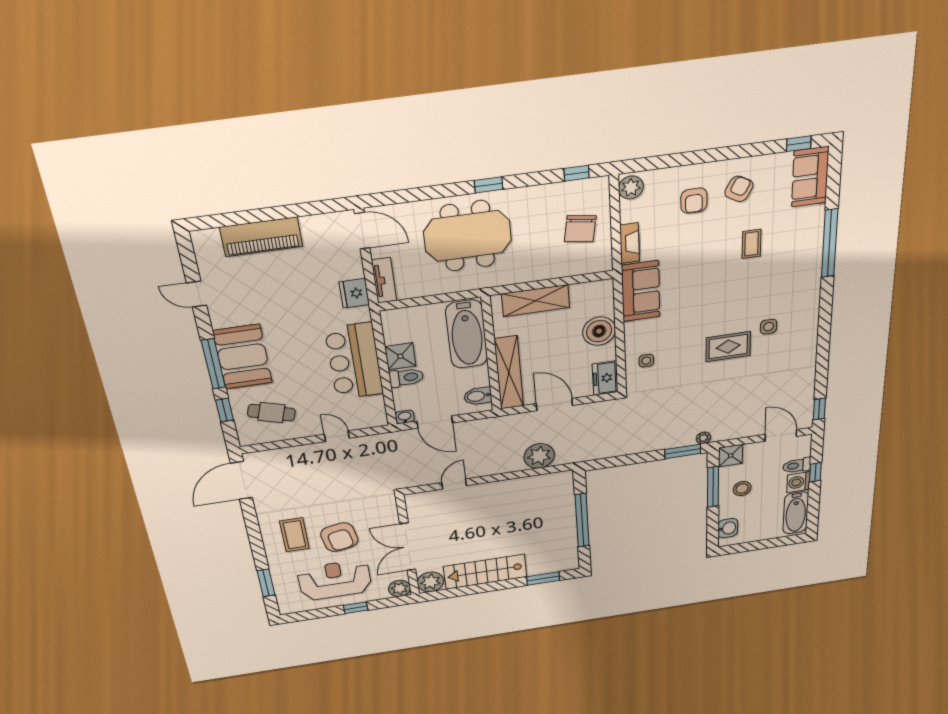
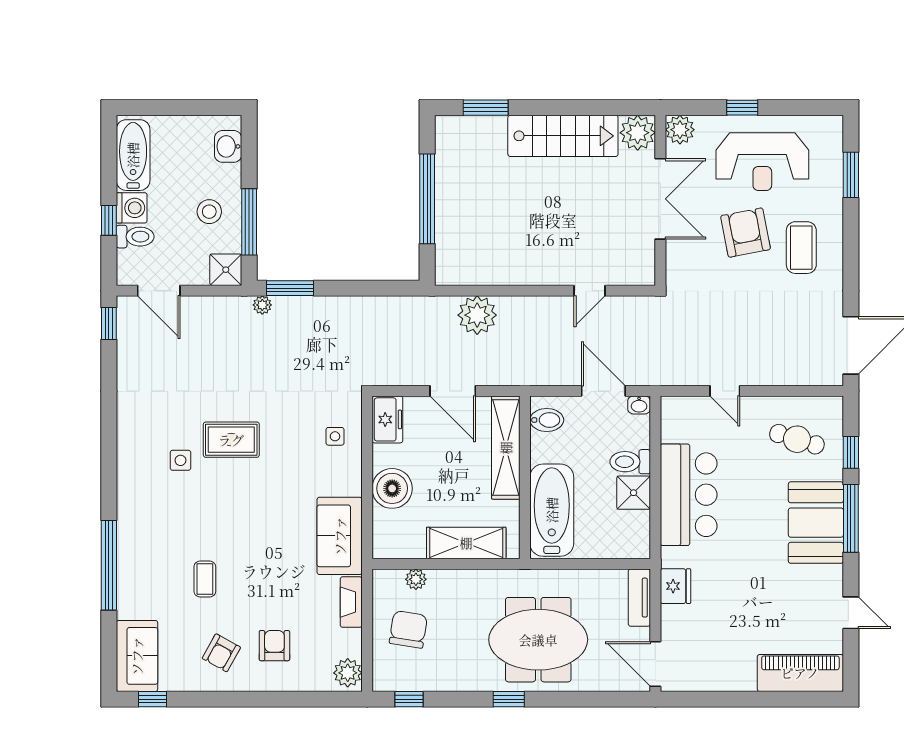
piano: (261, 237) -> (800, 673), moved
plant: (576, 268) -> (416, 579), added

